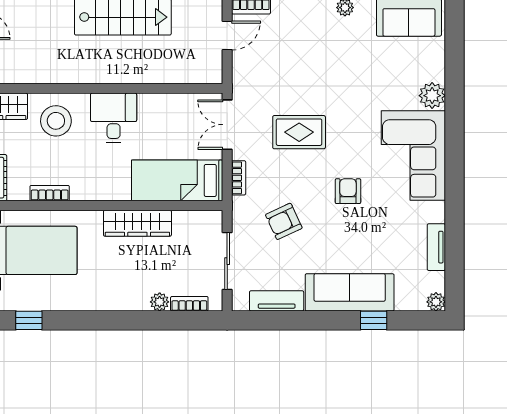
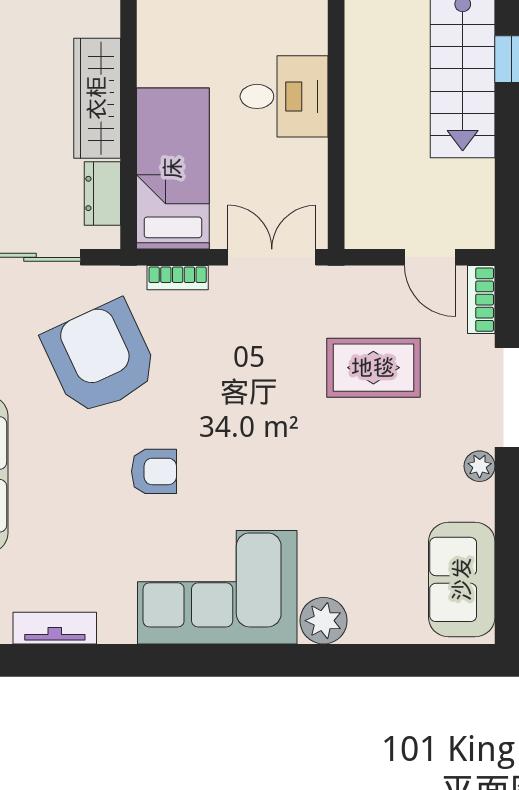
desk: (114, 118) -> (284, 96), moved
rug: (299, 132) -> (373, 368), moved, turned 90
dresser: (191, 220) -> (102, 193), added
armchair: (284, 221) -> (100, 358), width x1.88, depth x1.88

